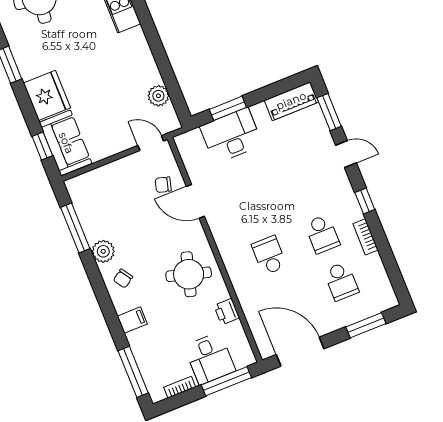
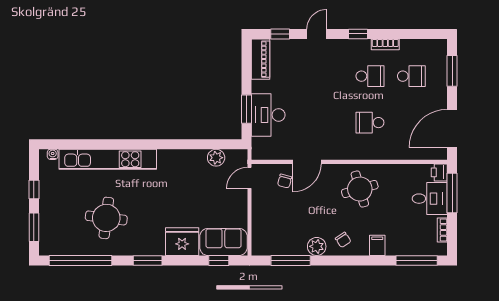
window: (329, 112) -> (280, 34), width x0.67
round table: (189, 274) -> (360, 189), turned -32
printer: (227, 312) -> (439, 172), moved, turned 90

